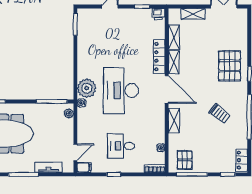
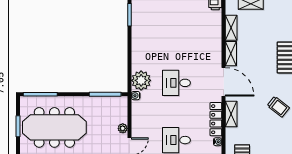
locker: (159, 57) -> (216, 119), moved
desk: (121, 90) -> (177, 83), width x0.53, depth x0.77
plant: (69, 113) -> (123, 128), moved

